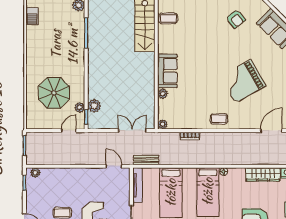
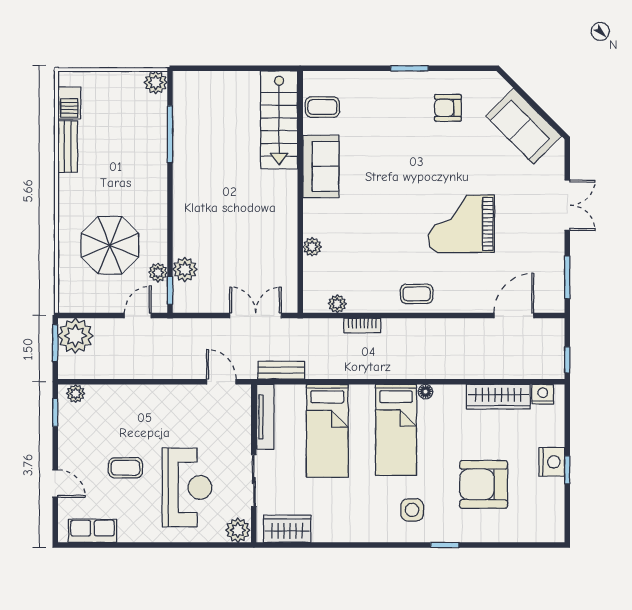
armchair: (236, 19) -> (448, 108), turned 128
bench: (31, 40) -> (68, 147), added
sofa: (167, 71) -> (321, 166), moved
grand piano: (243, 81) -> (461, 224), turned 30
plant: (163, 124) -> (337, 304), moved
plant: (35, 142) -> (75, 336), added

